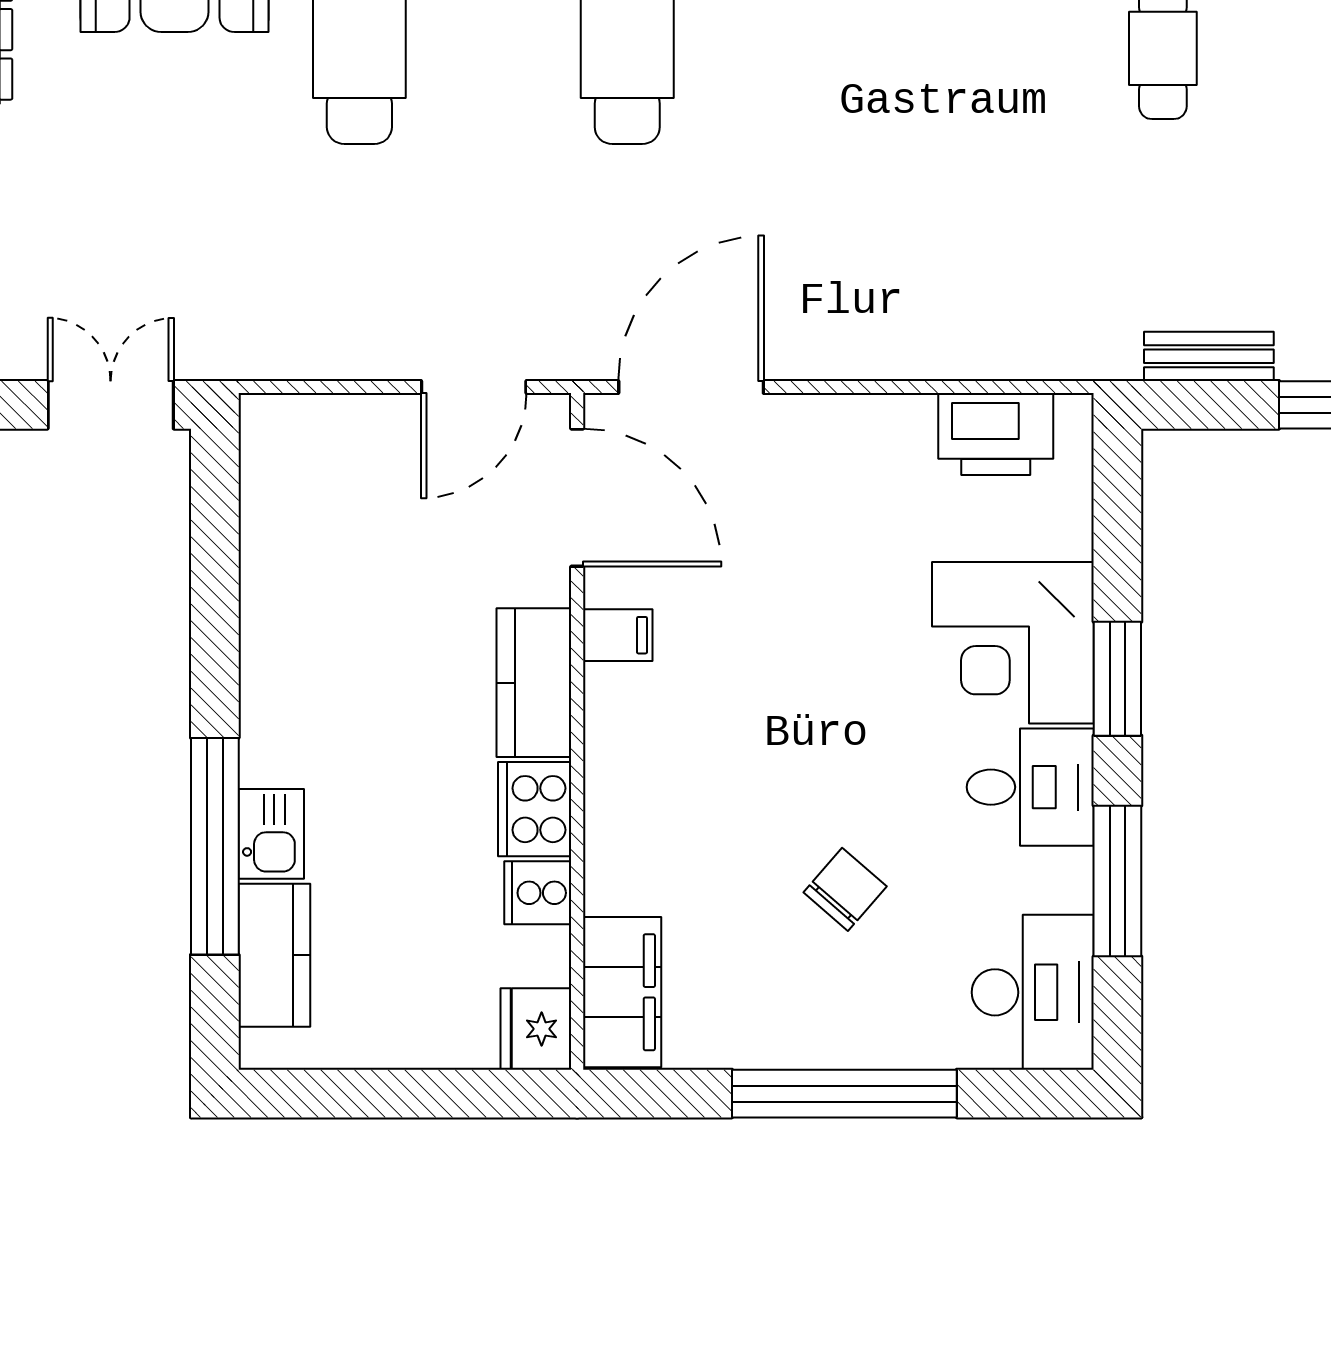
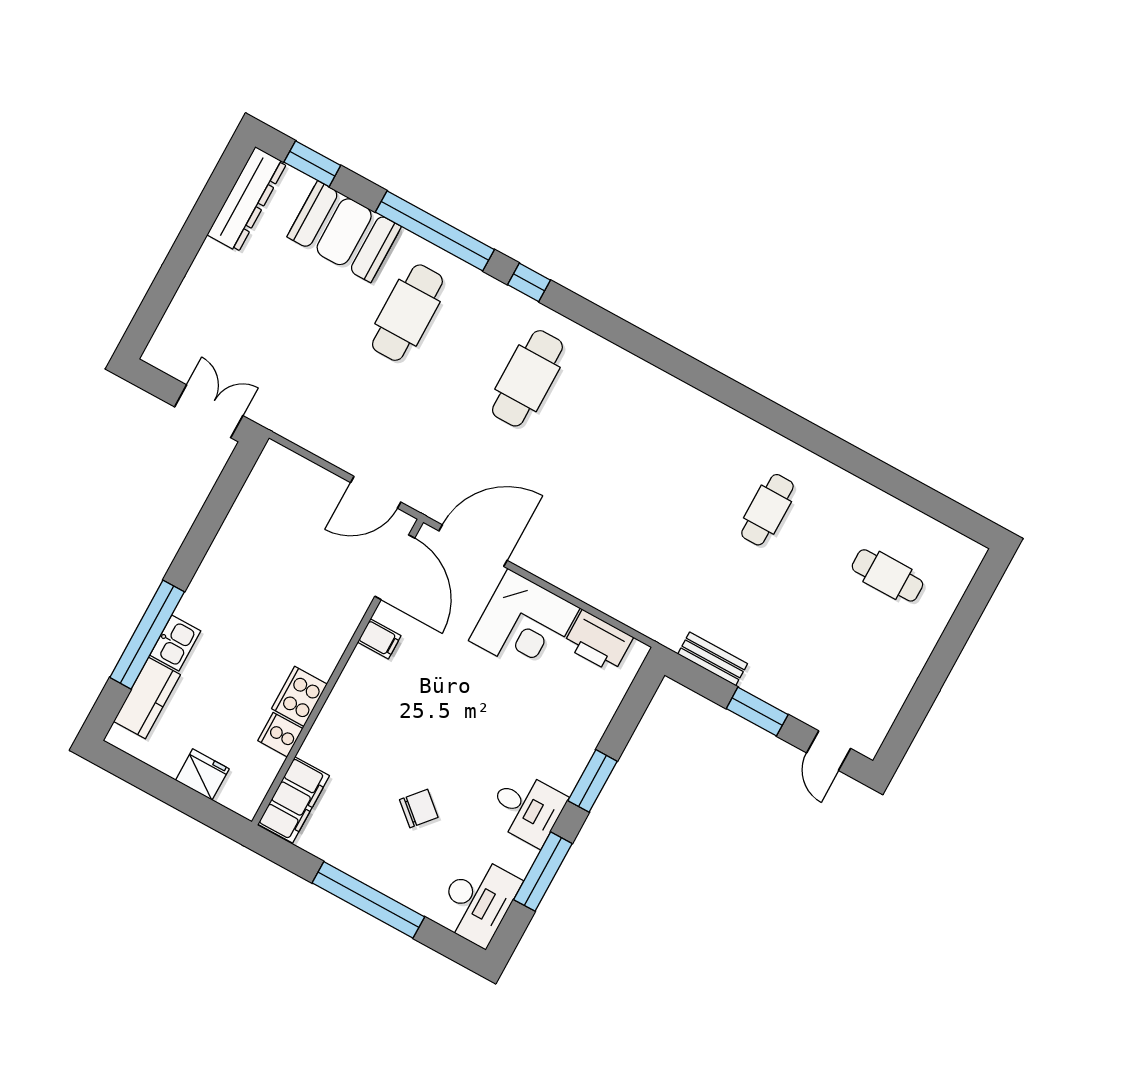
corner desk: (1013, 643) -> (524, 624), moved, turned -90
kitchen counter: (534, 683) -> (330, 640), removed
fridge: (536, 1029) -> (202, 775), moved, turned 90

